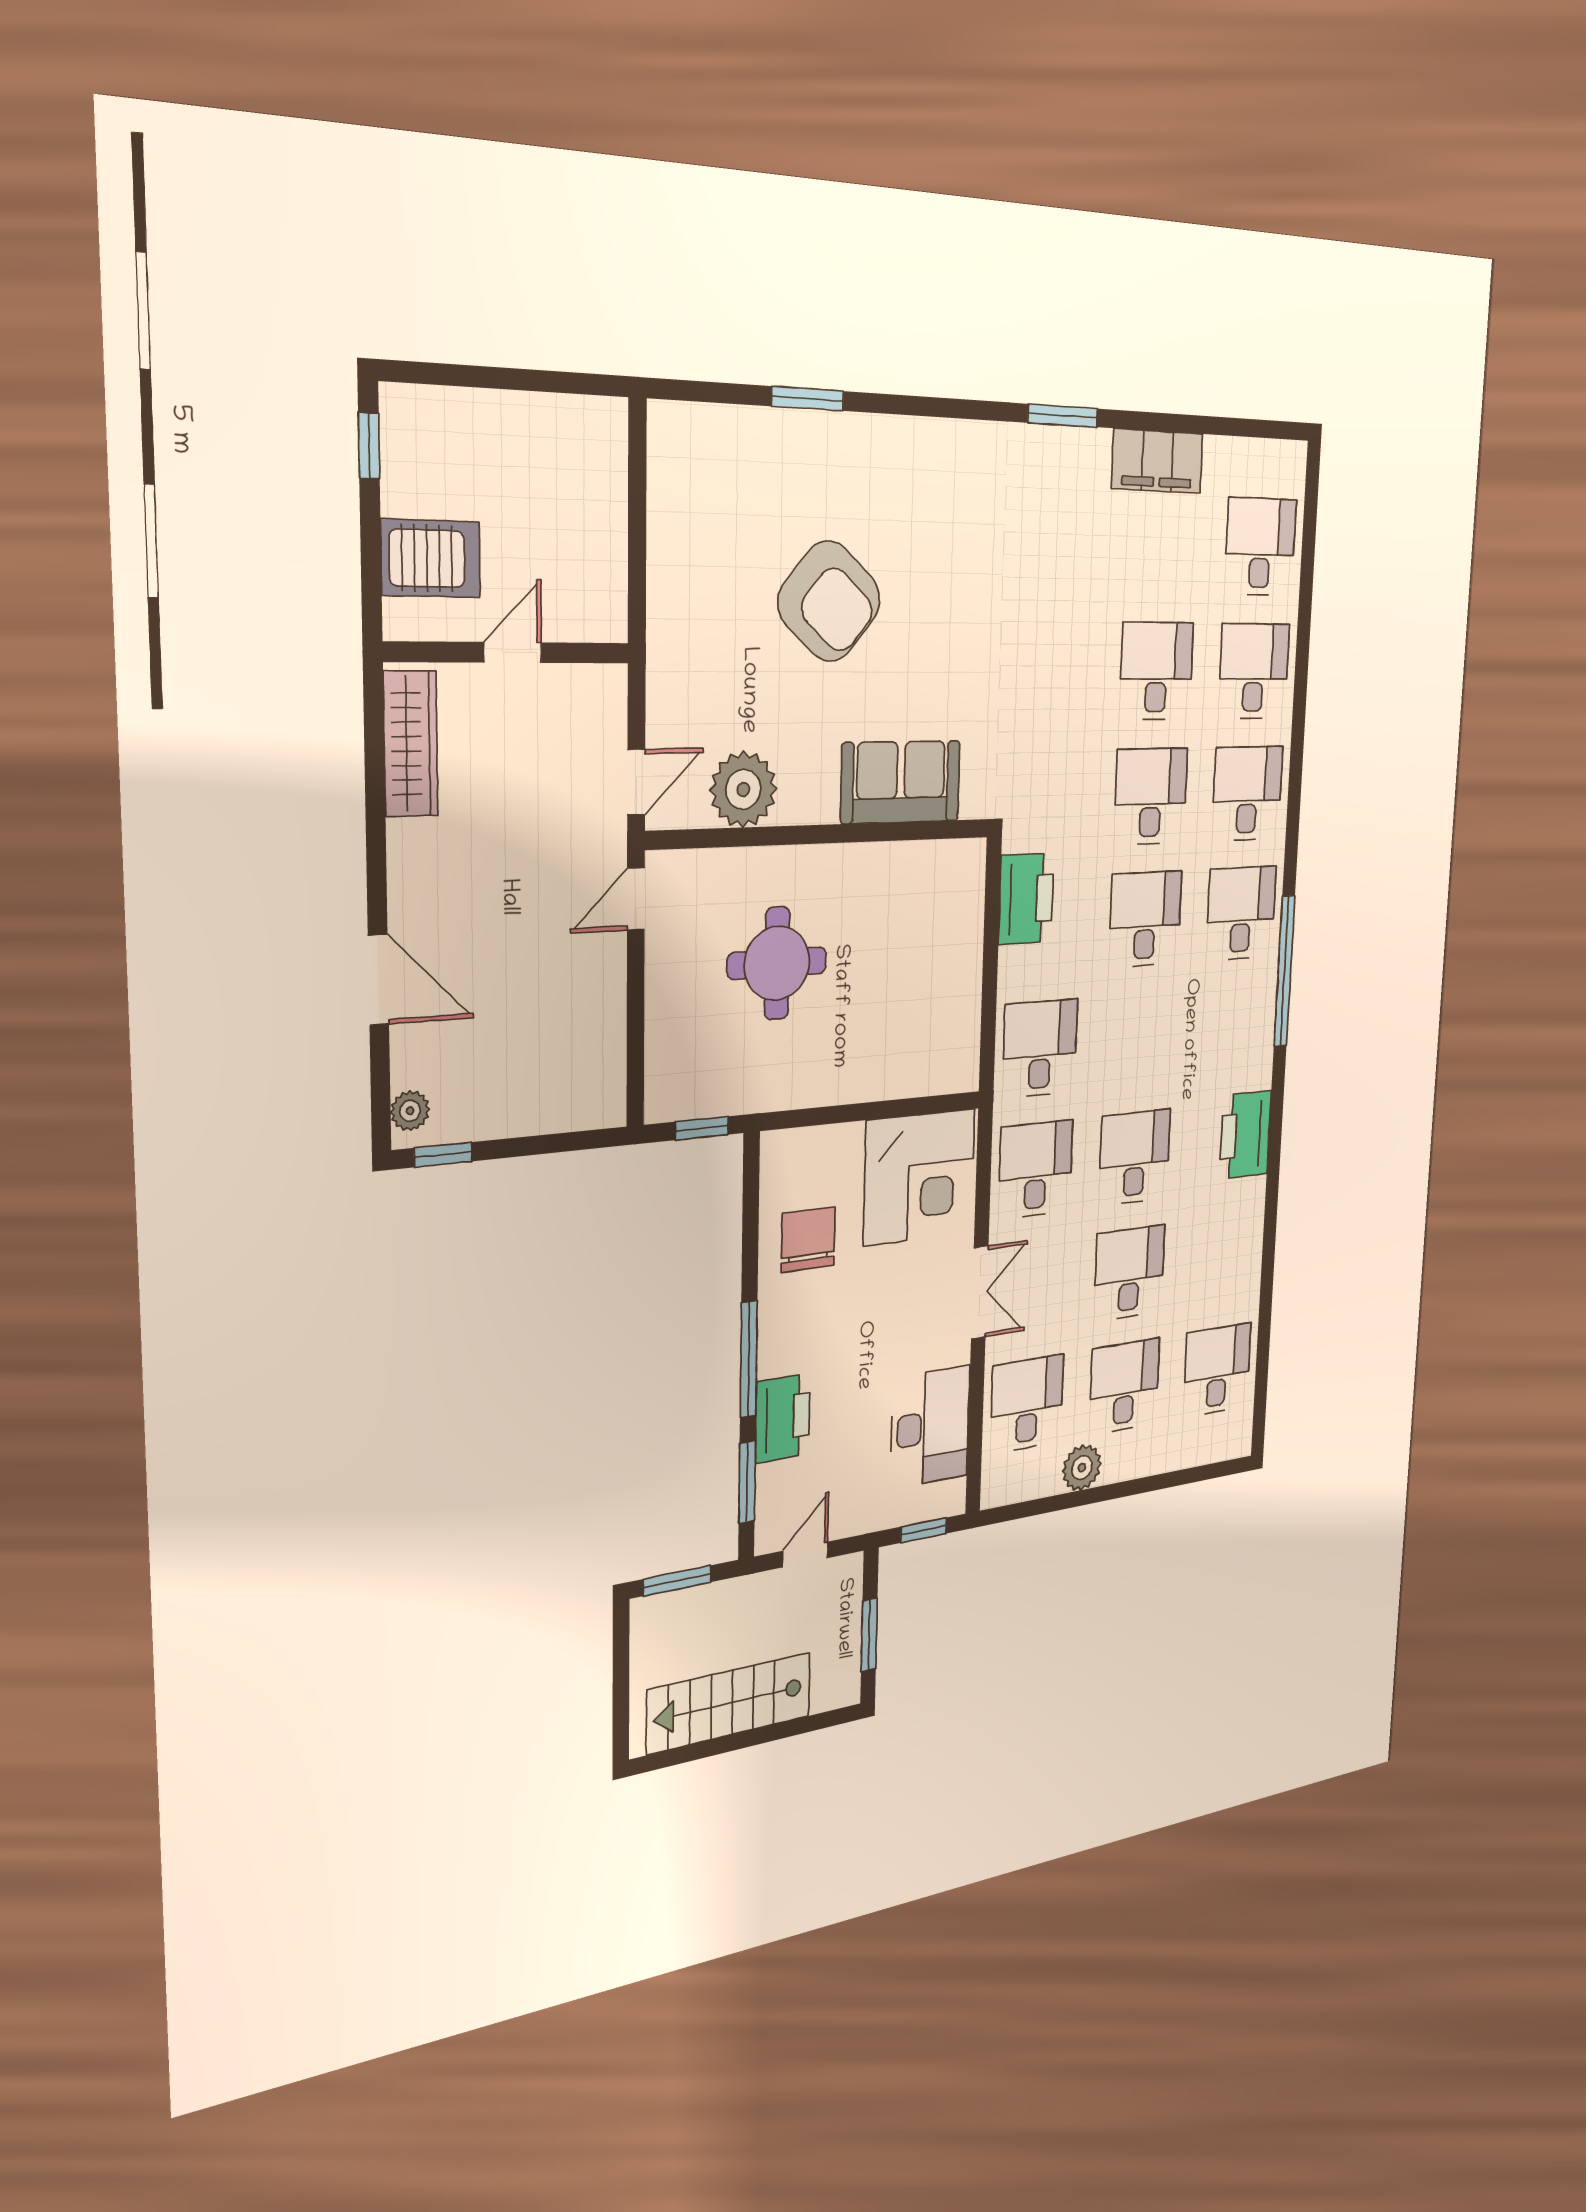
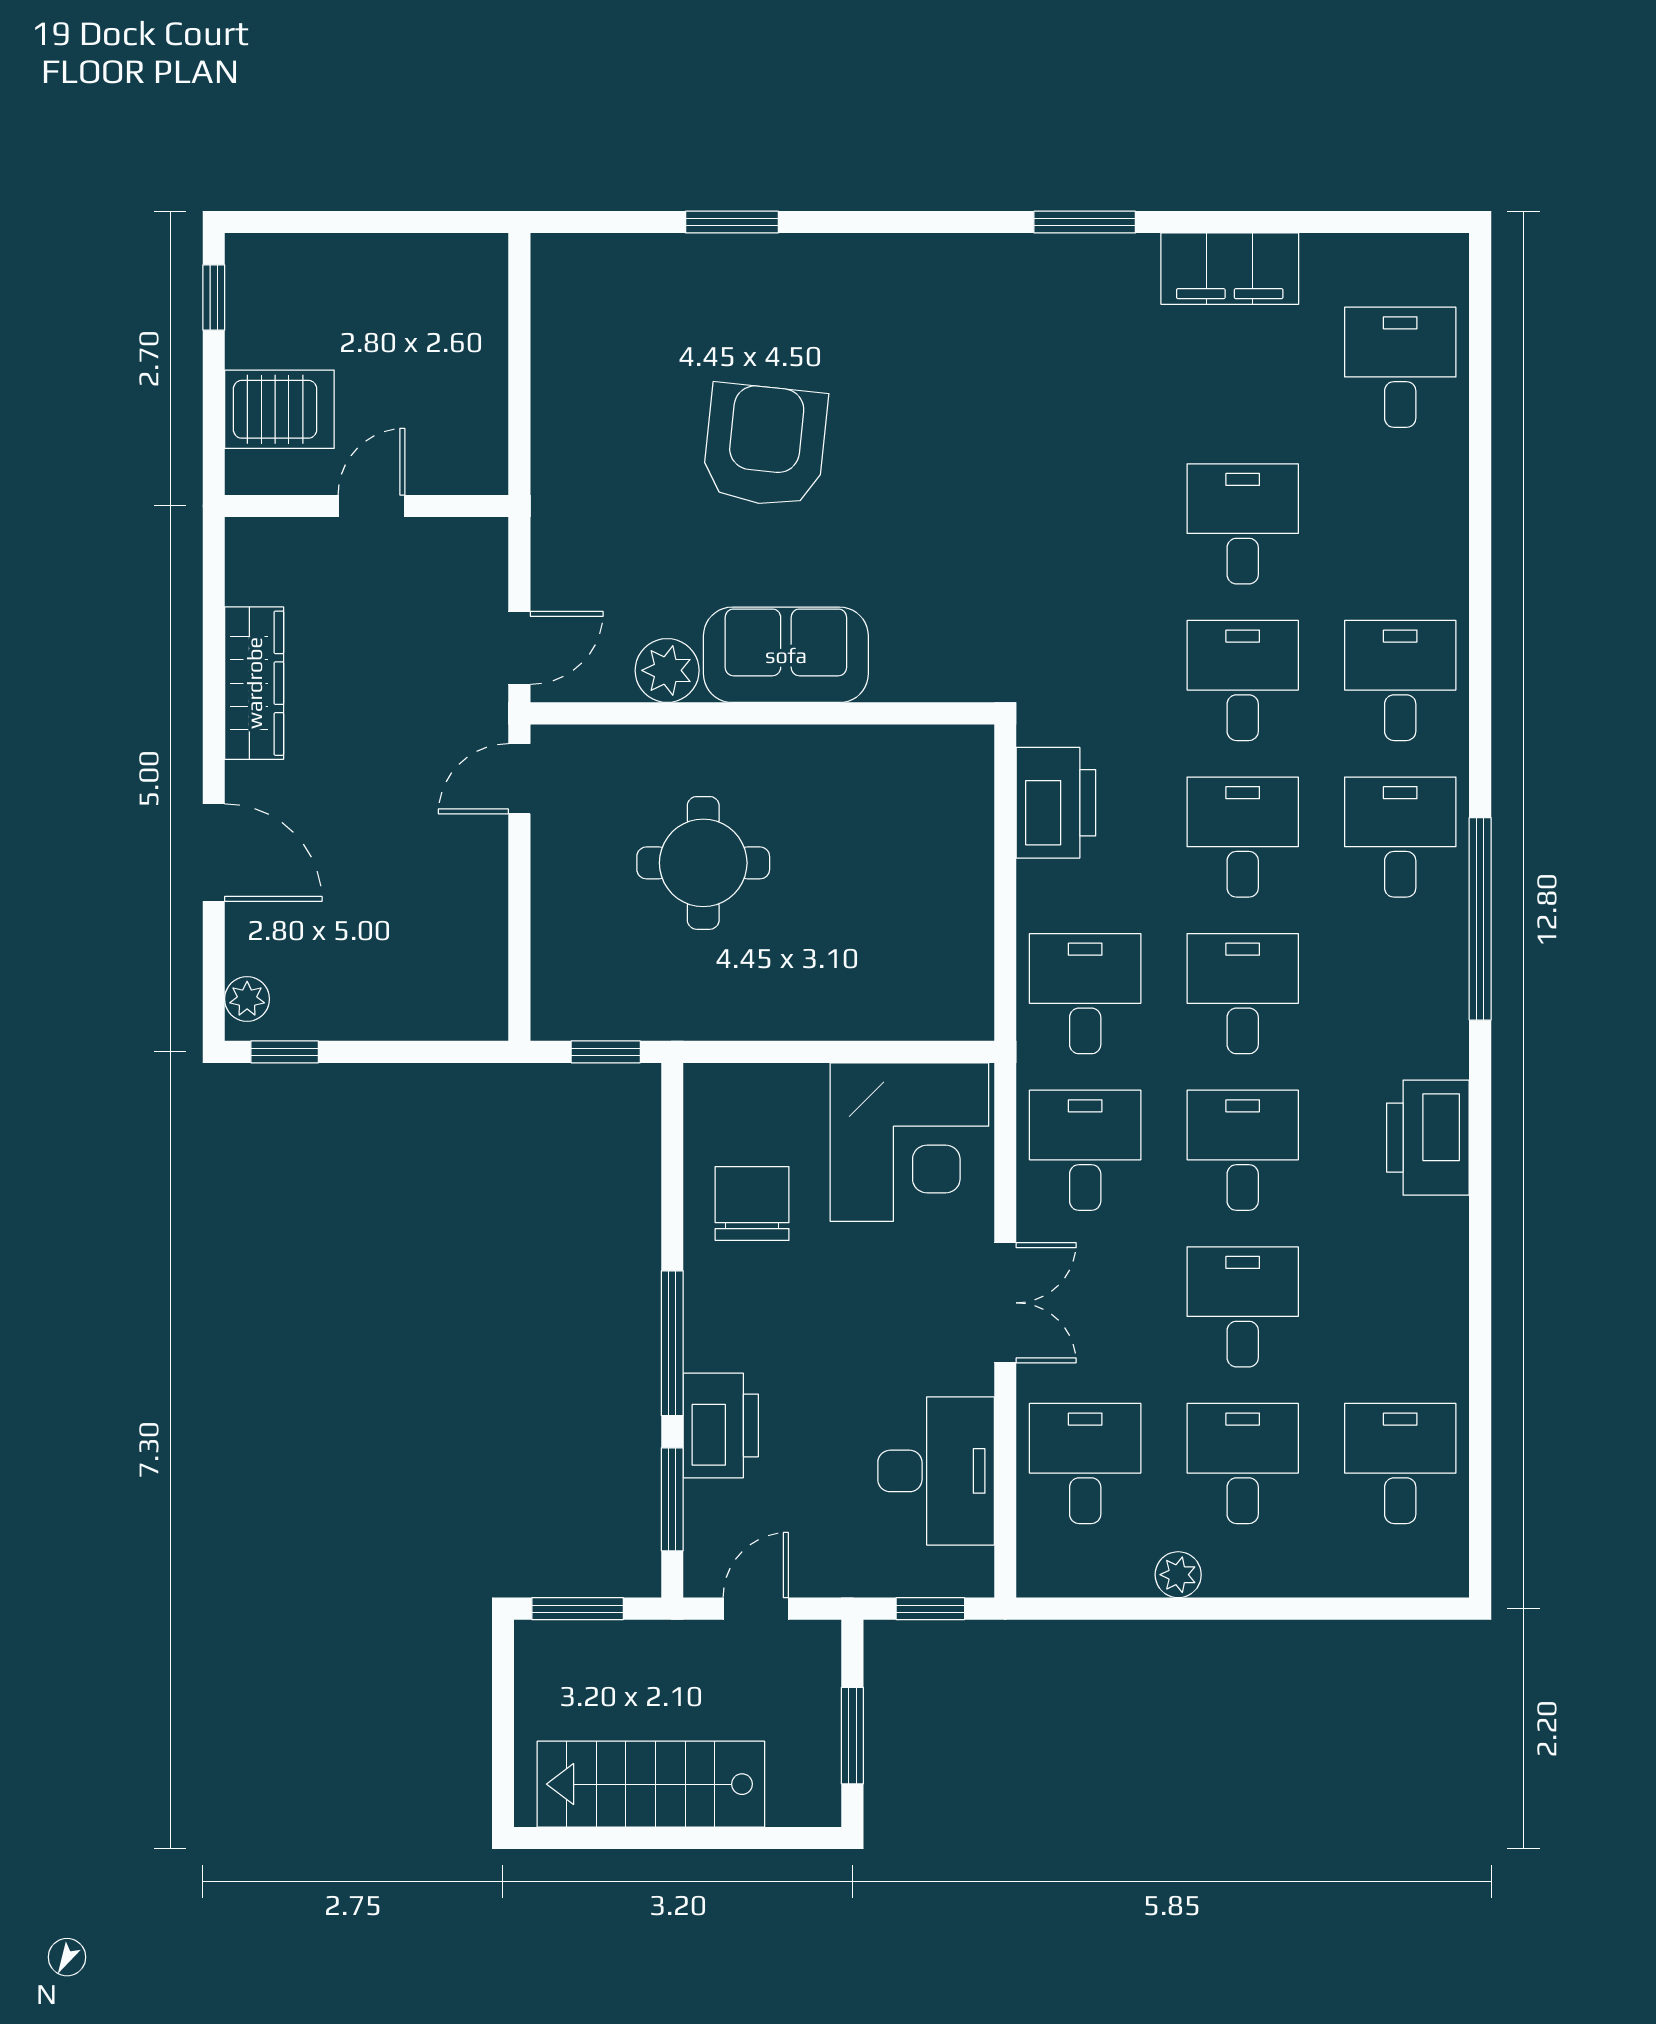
armchair: (829, 601) -> (765, 445), turned -125
desk: (1254, 671) -> (1243, 994), moved
wardrobe: (411, 744) -> (254, 683), moved
sofa: (901, 782) -> (786, 655), moved
plant: (743, 789) -> (667, 670), width x0.73, depth x0.73
plant: (1082, 1468) -> (1178, 1575), width x0.73, depth x0.73

